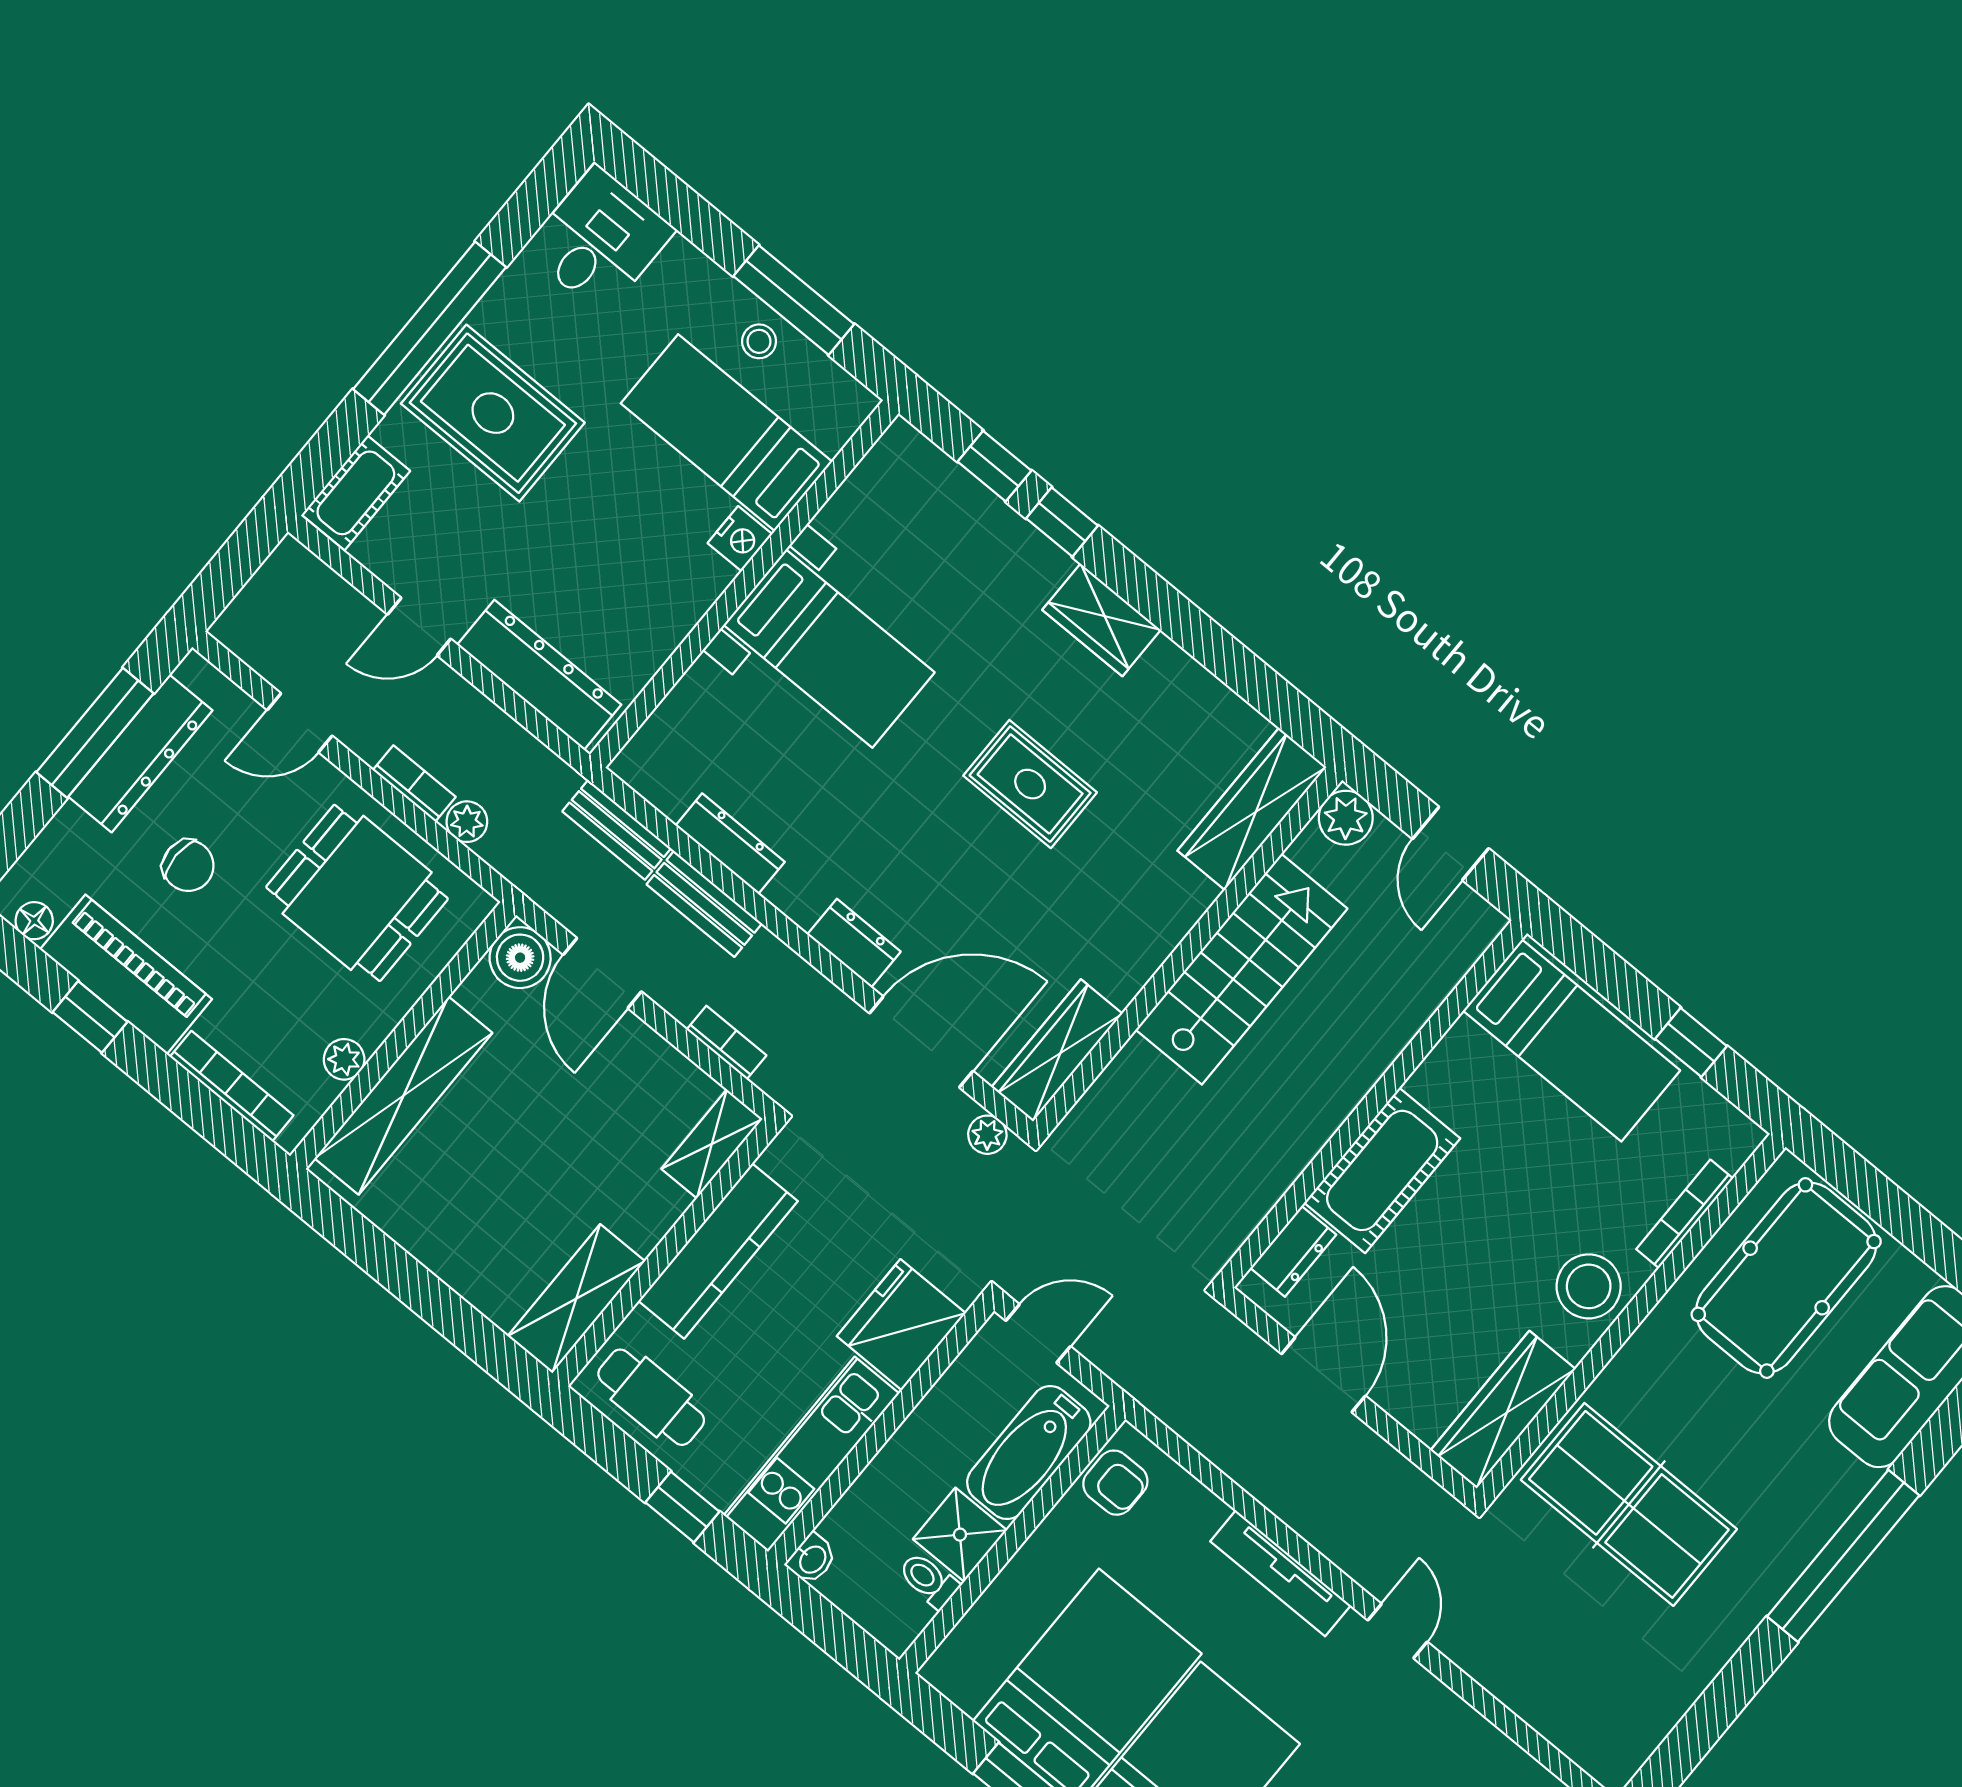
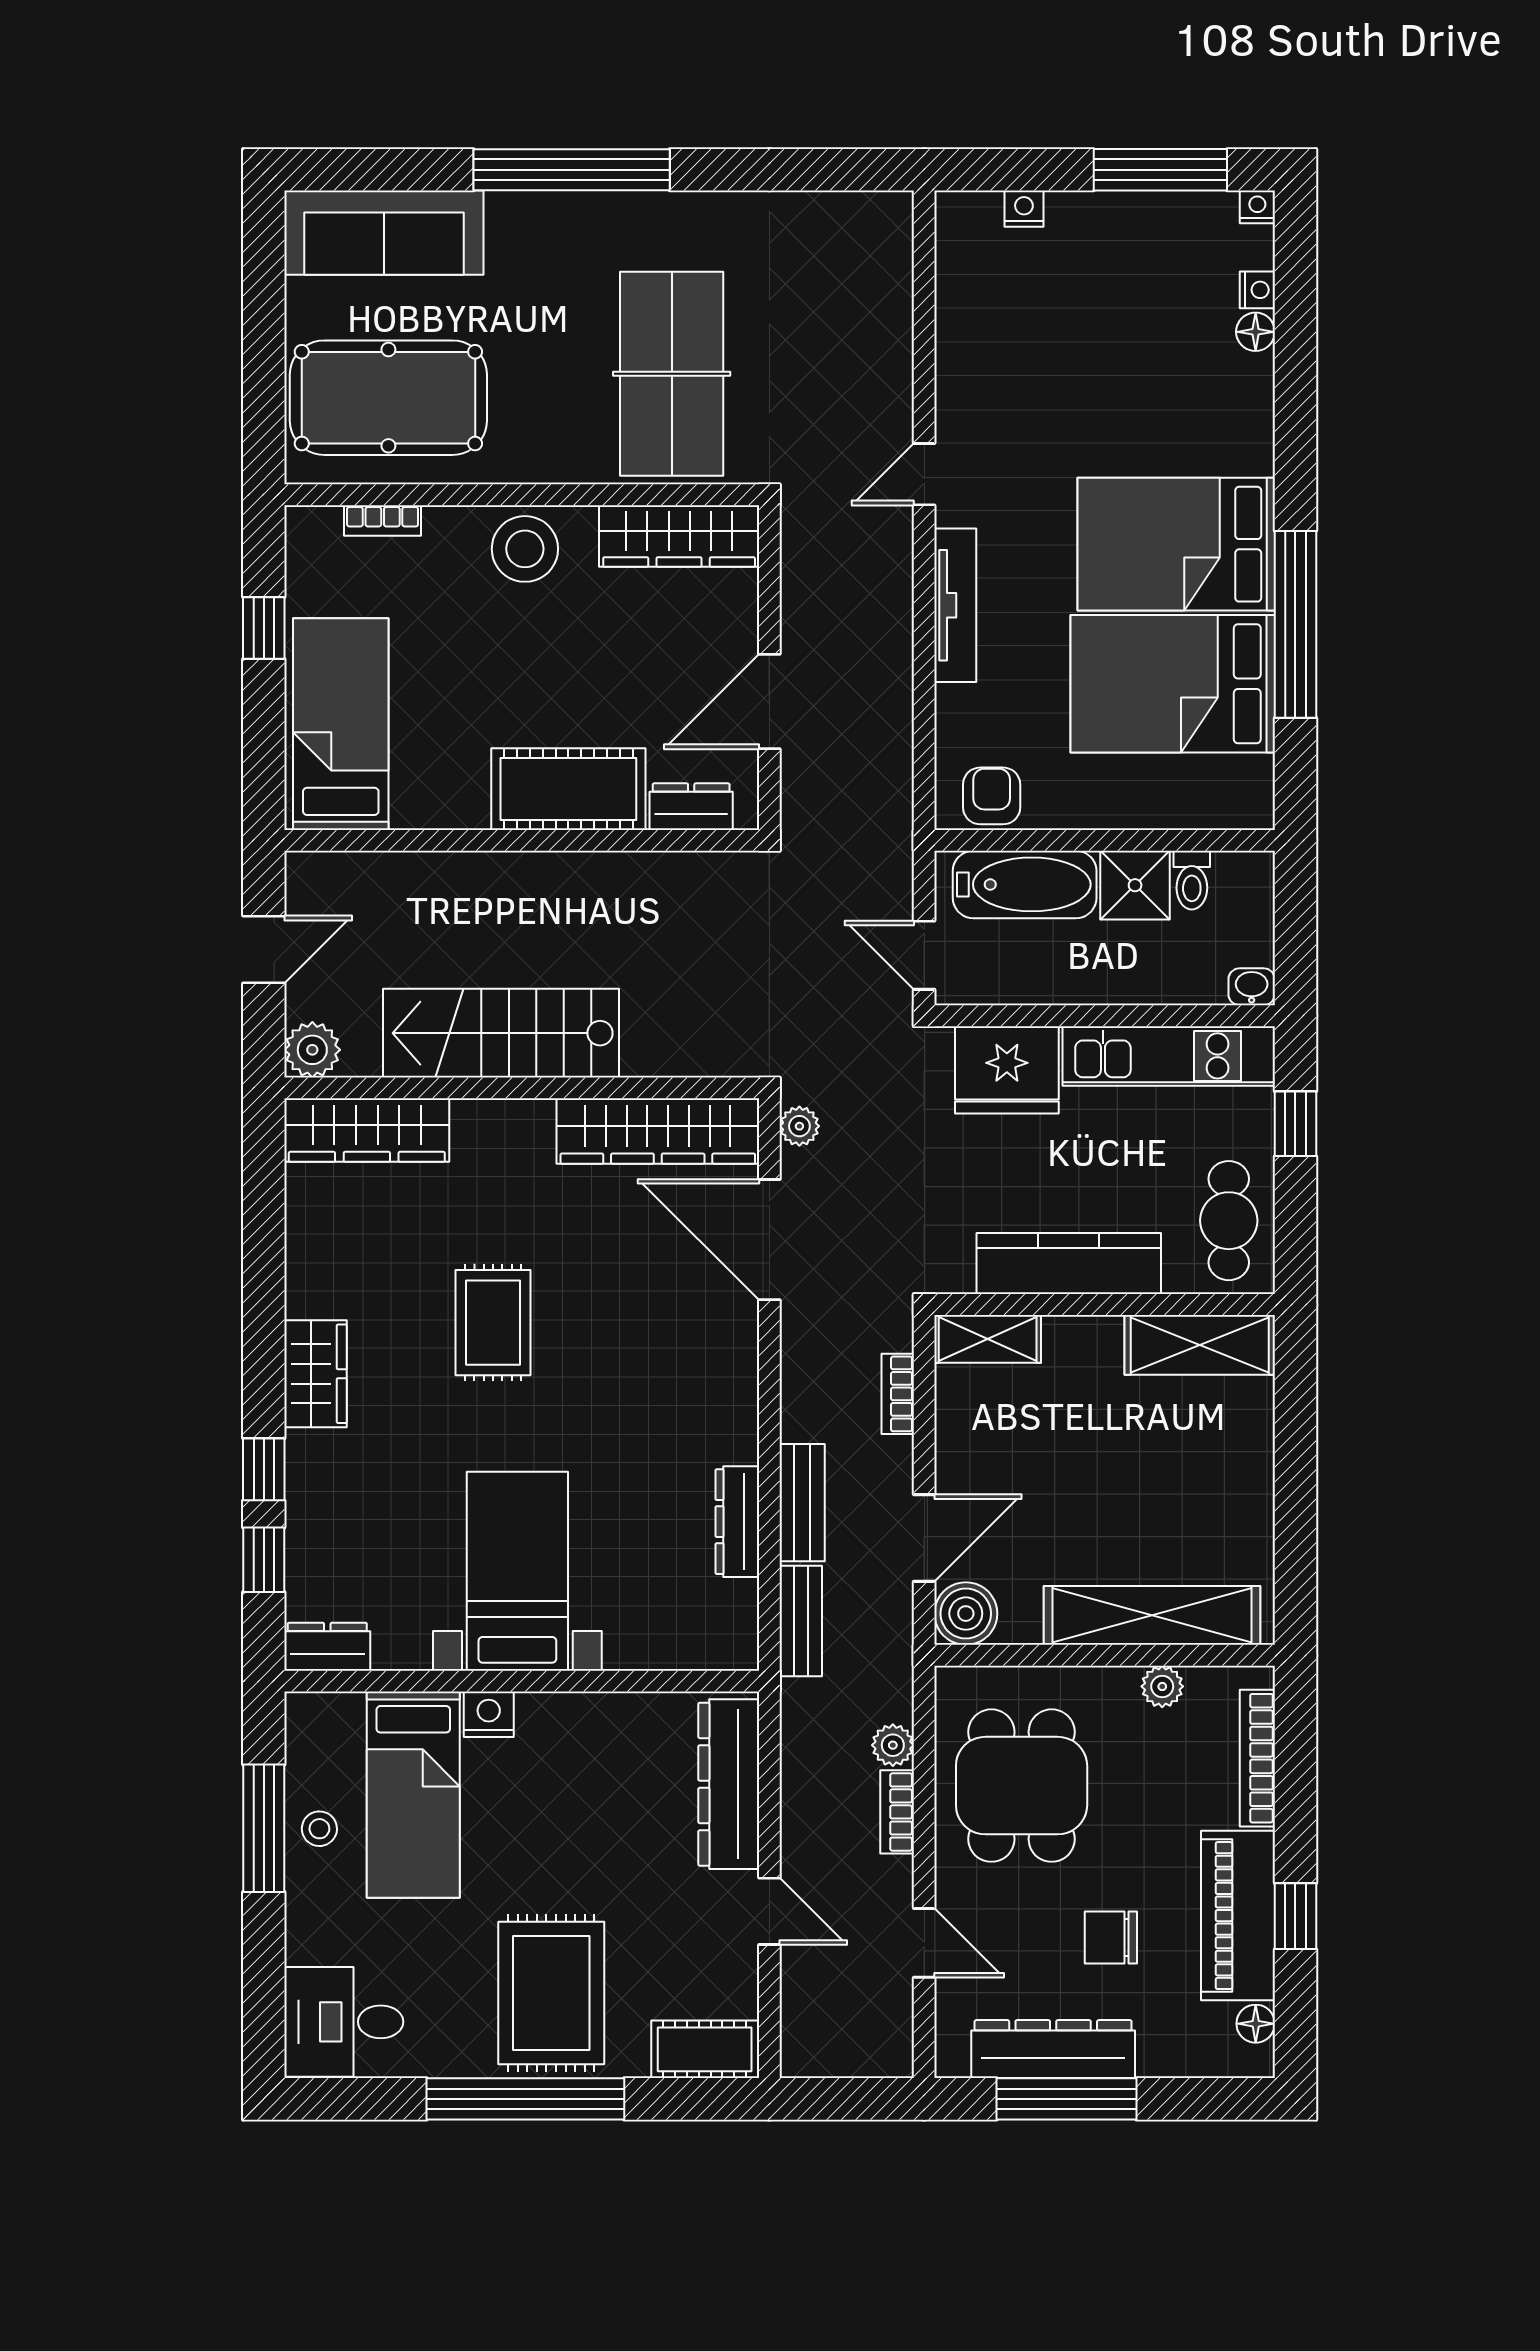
chair: (188, 866) -> (1111, 1938), turned -90
dresser: (854, 943) -> (327, 1647), moved, turned 90
wardrobe: (1057, 1050) -> (658, 1131), width x1.40, depth x1.17
bookcase: (1685, 1214) -> (383, 520), width x0.64

